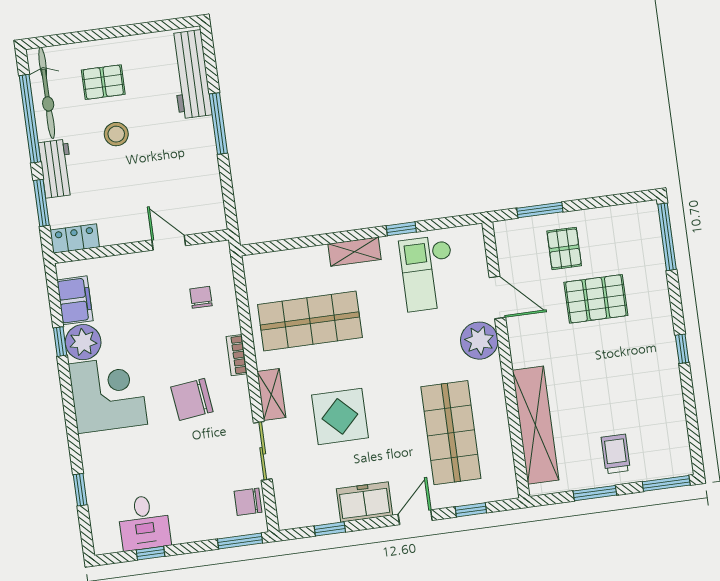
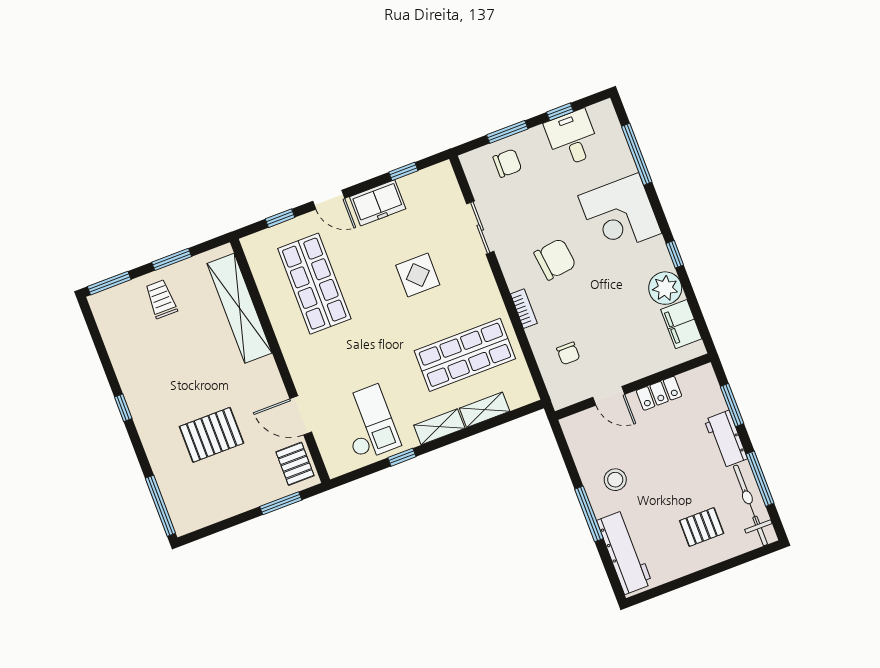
window: (30, 119) -> (760, 479), width x0.68
stool: (116, 134) -> (615, 480), moved
locker: (75, 239) -> (659, 393), moved
pallet: (564, 248) -> (295, 464), moved
plant: (479, 341) -> (308, 373), removed
window: (60, 342) -> (675, 254), moved
corner desk: (108, 394) -> (620, 214), moved
shelving: (271, 394) -> (485, 410), moved, turned 90
display table: (340, 416) -> (418, 275), width x0.73, depth x0.73
trolley: (616, 454) -> (161, 299), turned 180
window: (80, 490) -> (637, 154), width x2.17
chair: (248, 502) -> (507, 163), moved
door: (415, 517) -> (329, 200), hinge flipped
window: (240, 541) -> (507, 132), moved

